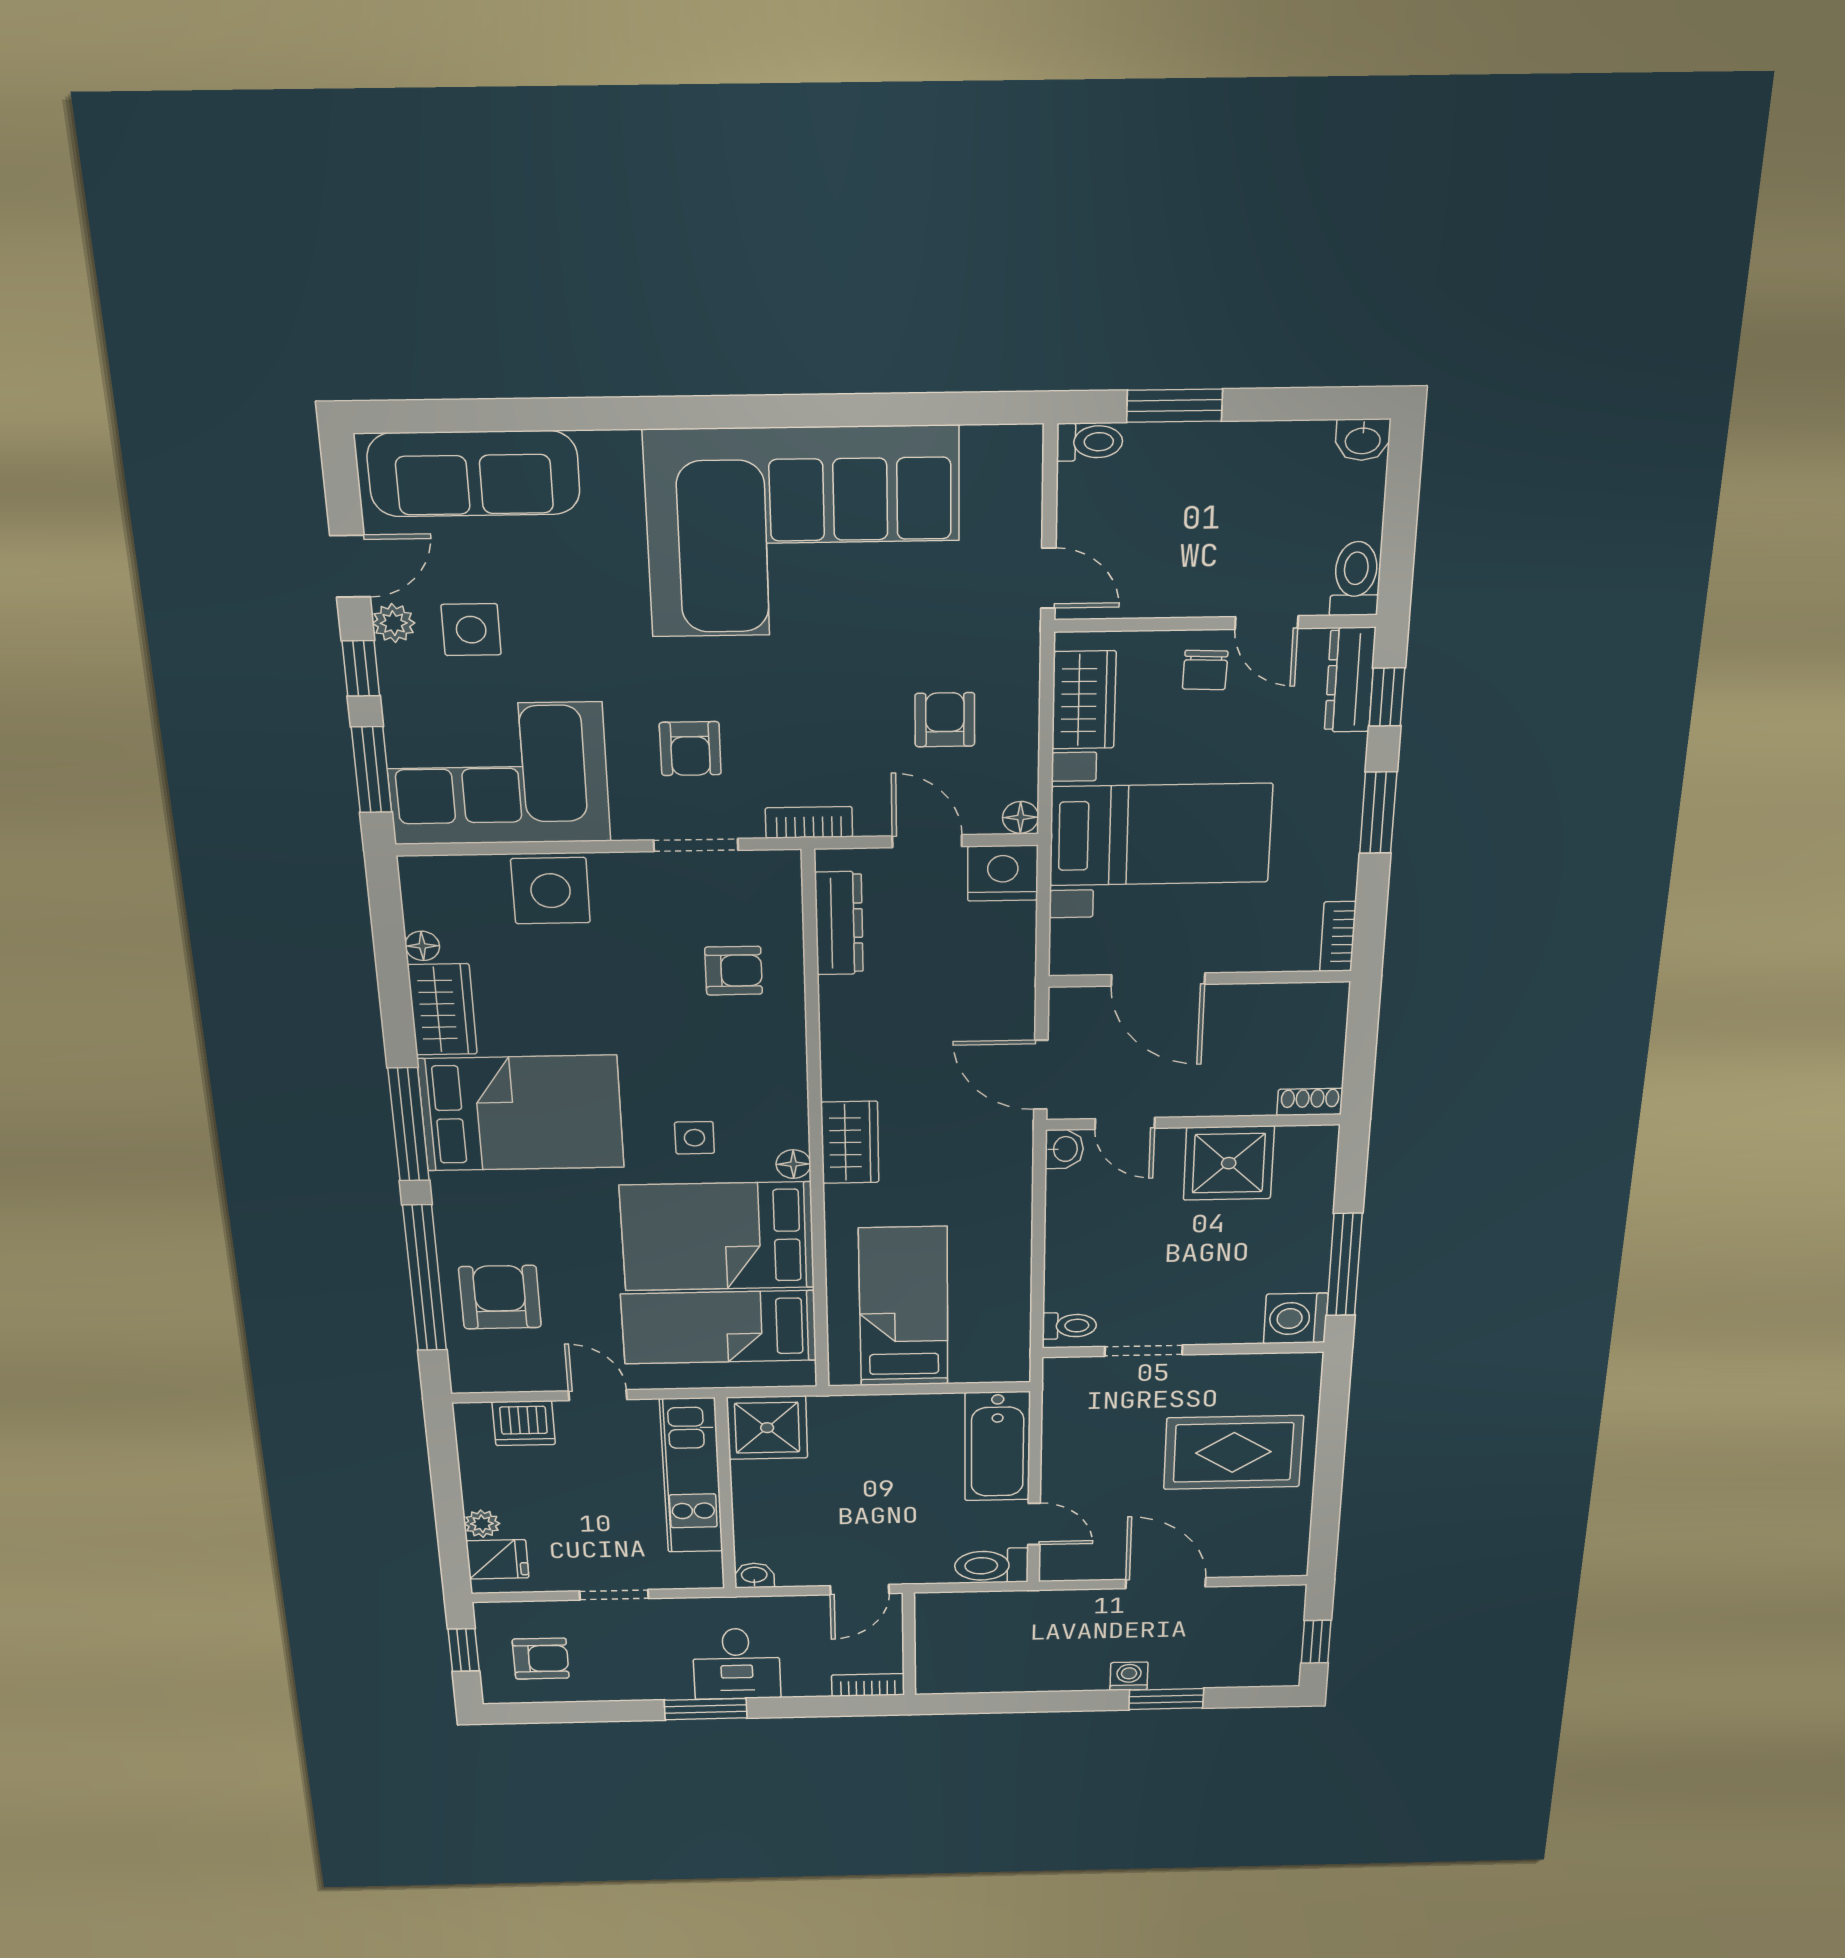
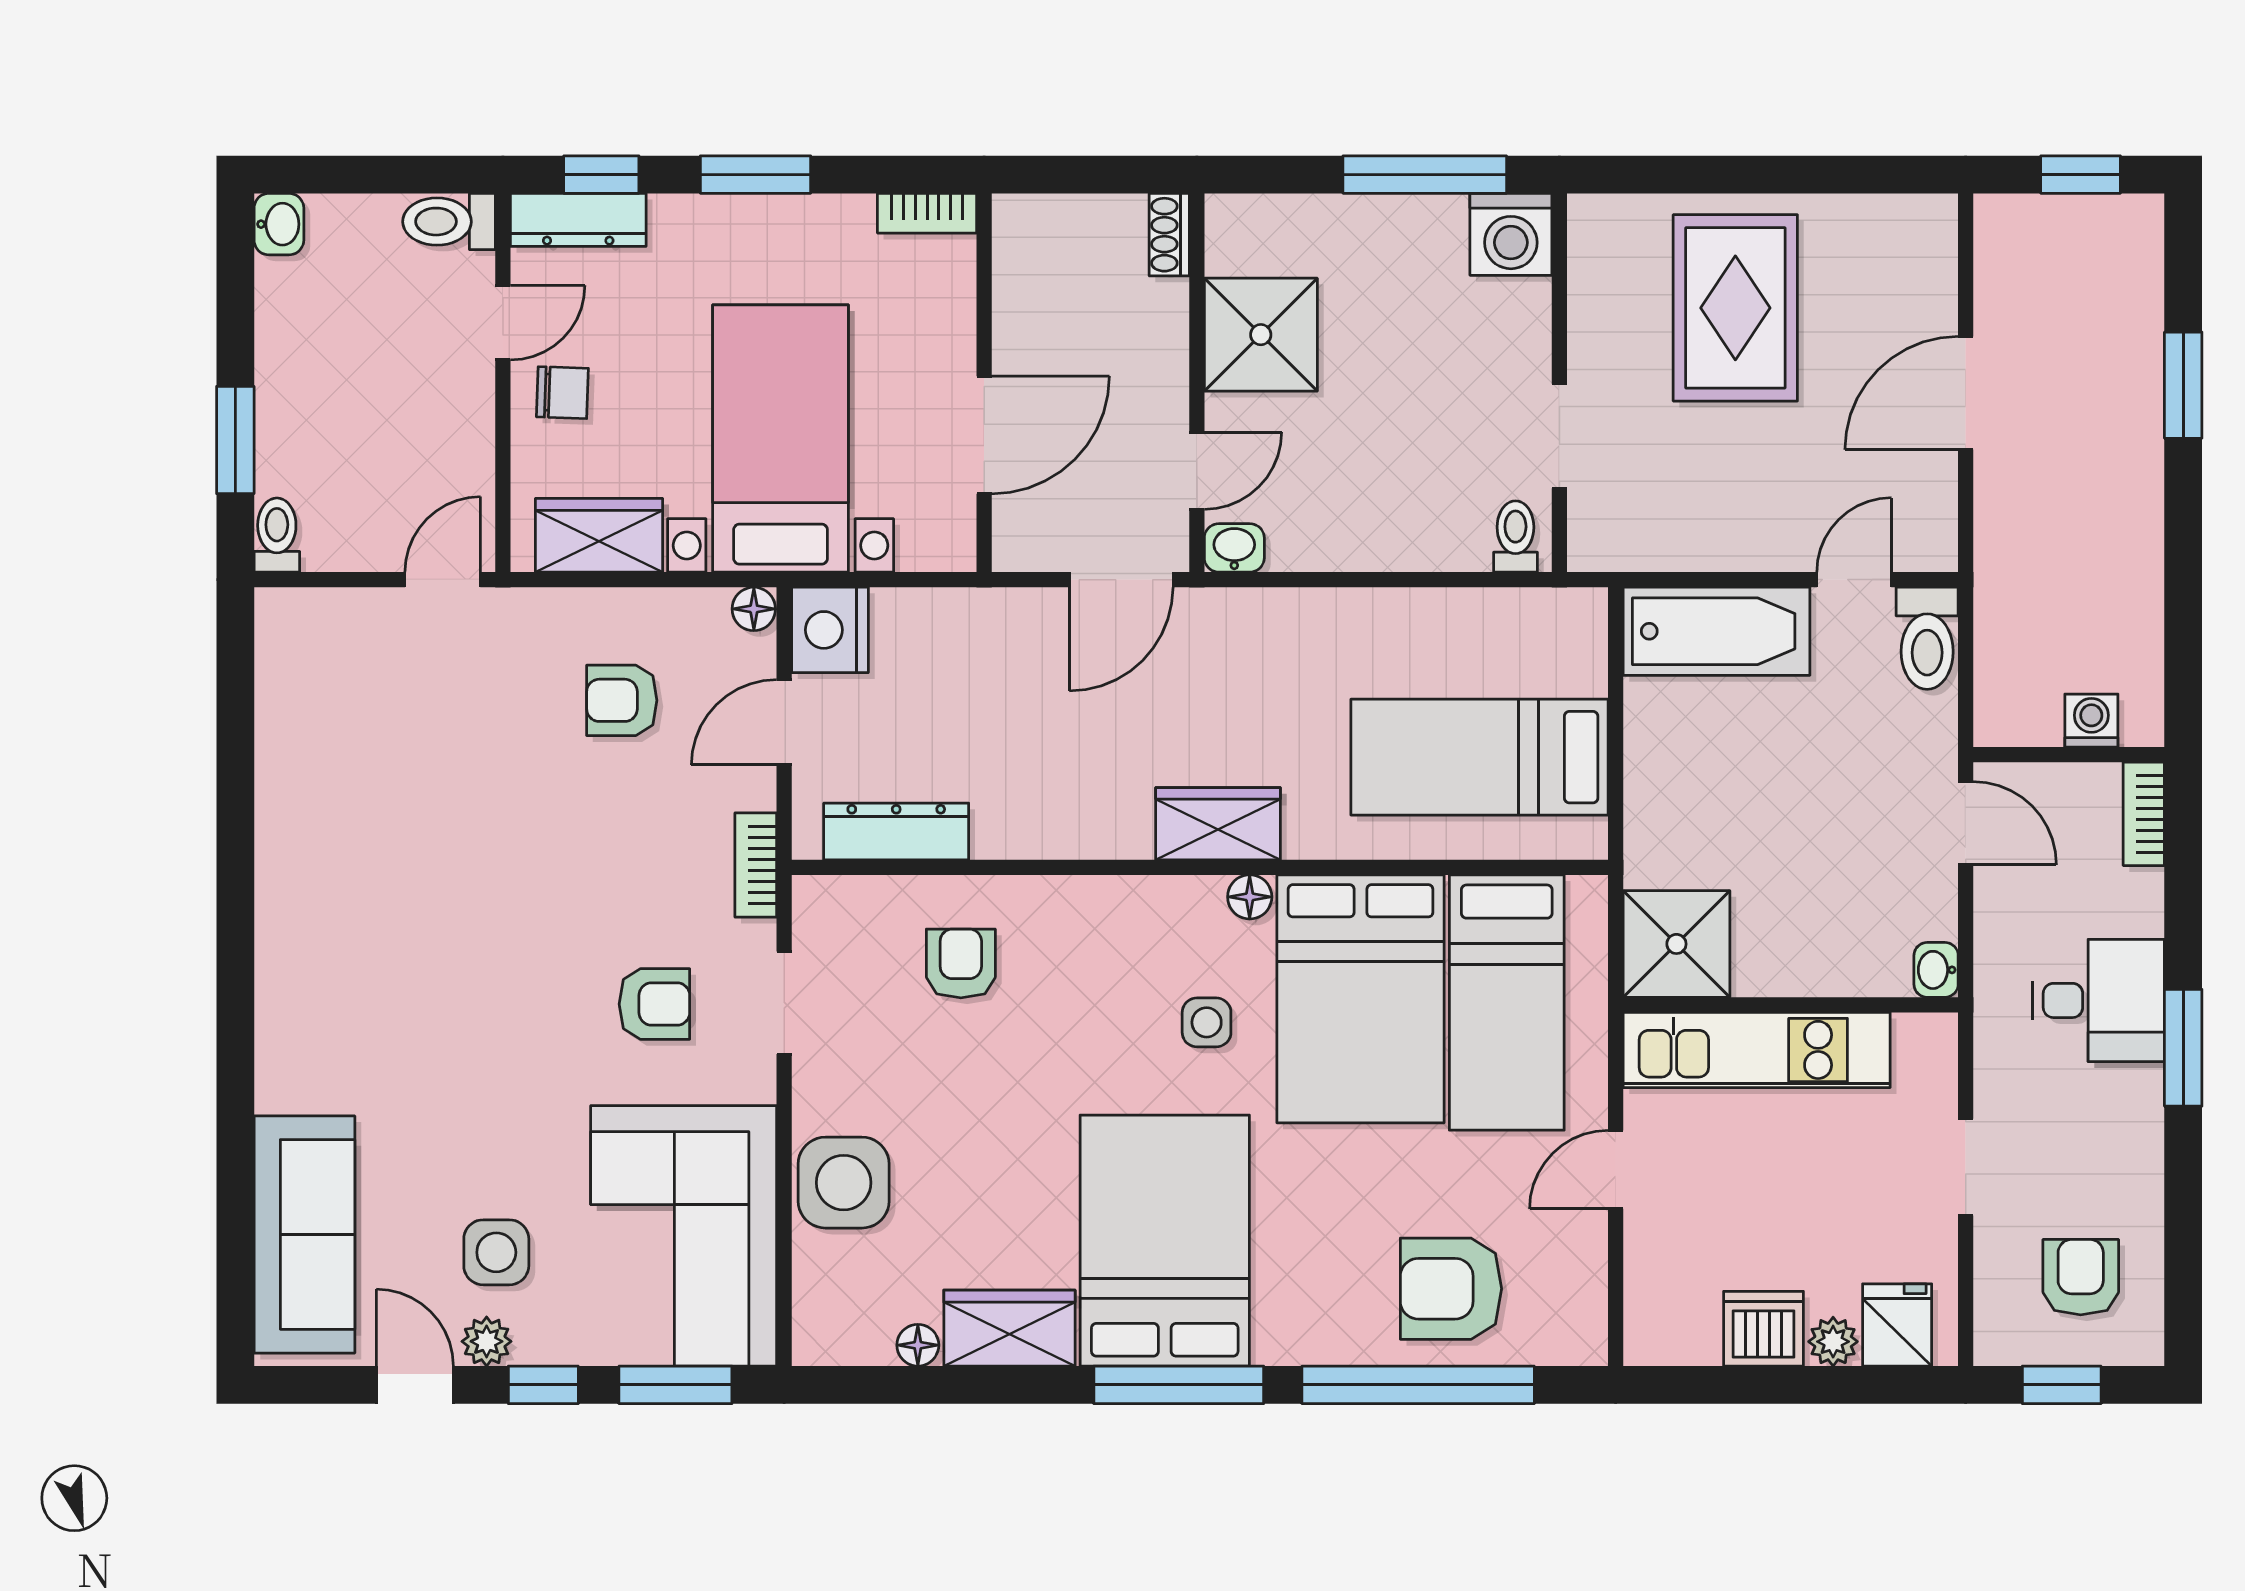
corner sofa: (803, 532) -> (381, 862), removed
dishwasher: (524, 1423) -> (1764, 1329), moved, turned -90
washing machine: (1129, 1676) -> (2091, 721), moved, turned 90

